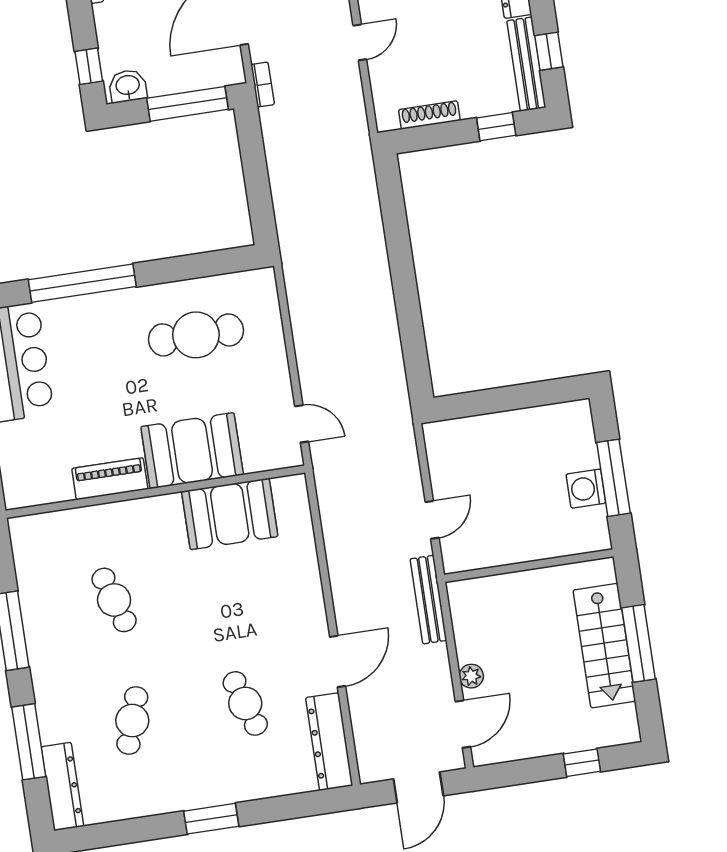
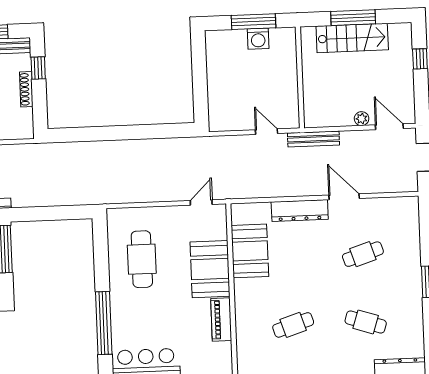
shoe rack: (429, 115) -> (26, 89), moved
dresser: (329, 742) -> (300, 211), moved

